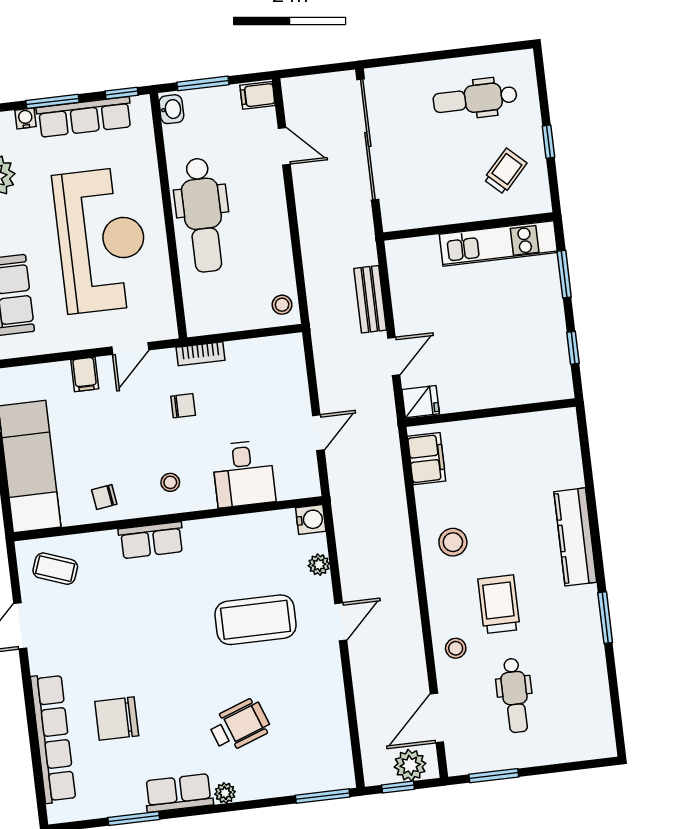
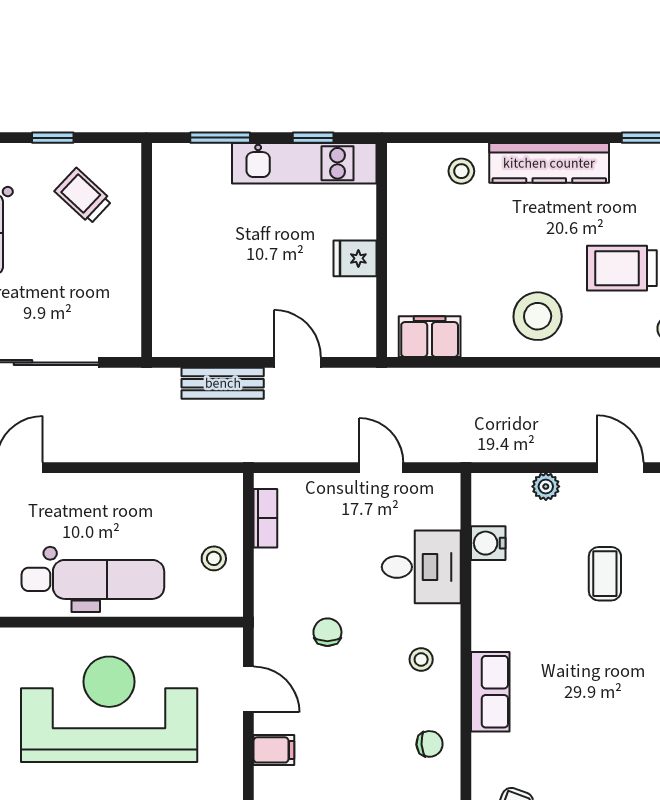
kitchen unit: (498, 243) -> (304, 163), moved, turned 90
stool: (282, 305) -> (214, 558), moved
bookcase: (201, 354) -> (265, 518), moved
fridge: (421, 402) -> (355, 258), moved, turned -90
stool: (561, 468) -> (461, 171), added
chair: (104, 497) -> (430, 744), turned -86
water cooler: (311, 520) -> (488, 543), moved, turned -90
stool: (453, 542) -> (538, 316), width x1.38, depth x1.38
coffee table: (256, 620) -> (605, 574), width x0.54, depth x0.58

